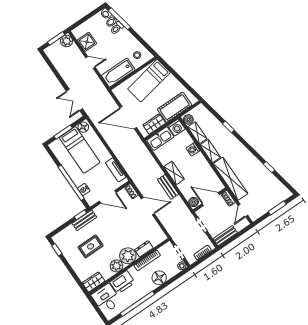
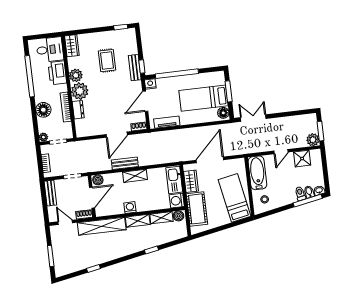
washing machine: (193, 149) -> (130, 208), moved
nightstand: (84, 190) -> (150, 84), moved

